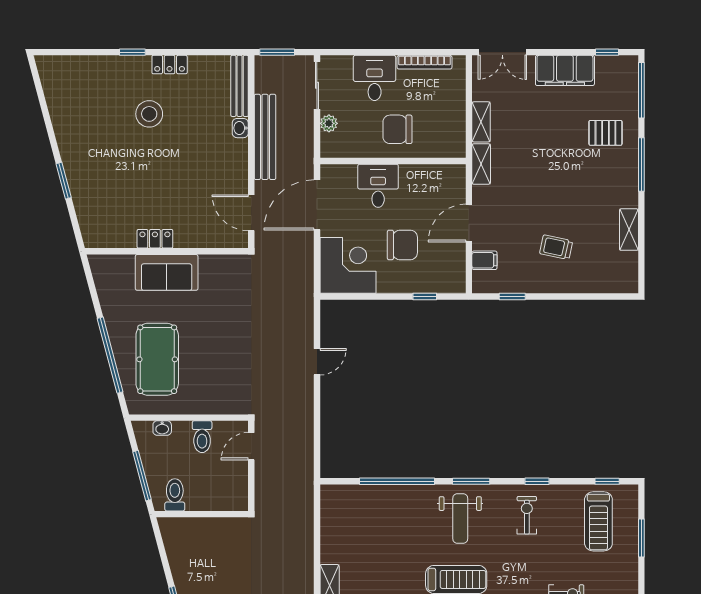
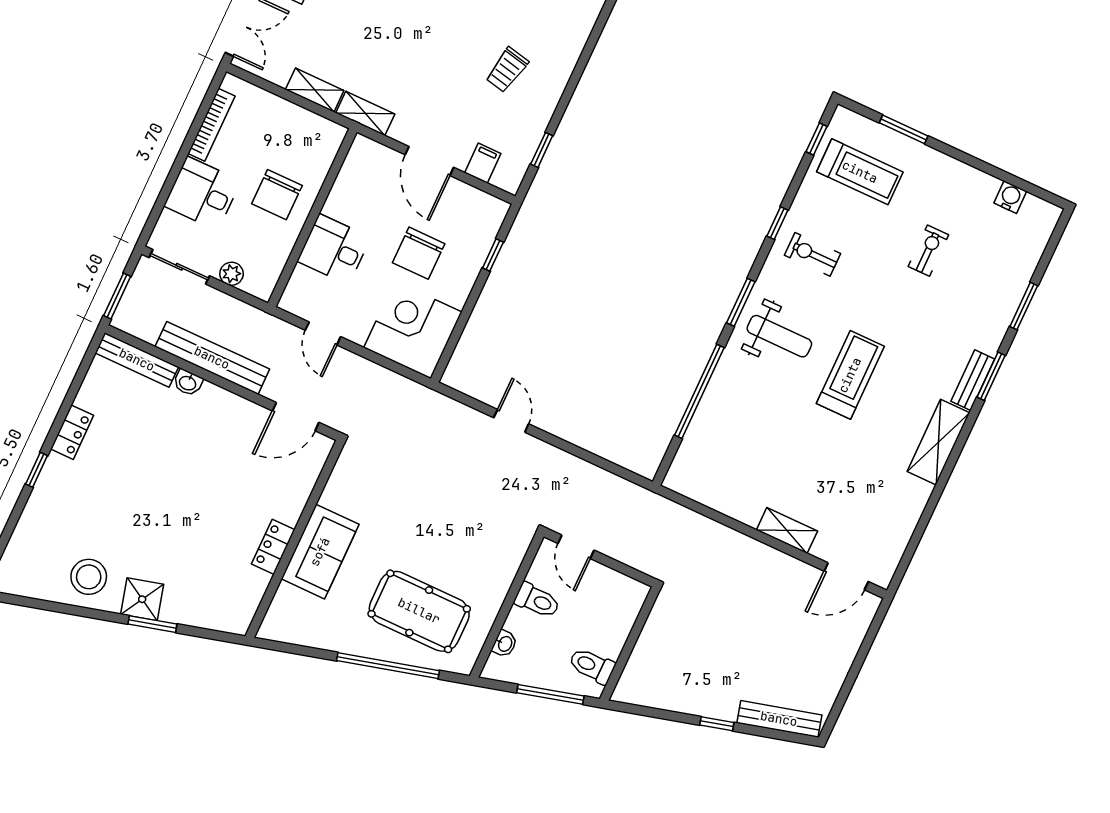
stool: (149, 114) -> (89, 577), moved
shower: (77, 166) -> (142, 599), added
door: (317, 205) -> (323, 333), width x0.53
chair: (402, 245) -> (419, 253), turned 180

